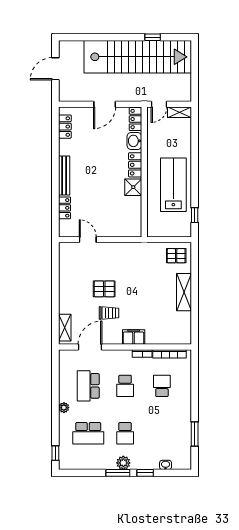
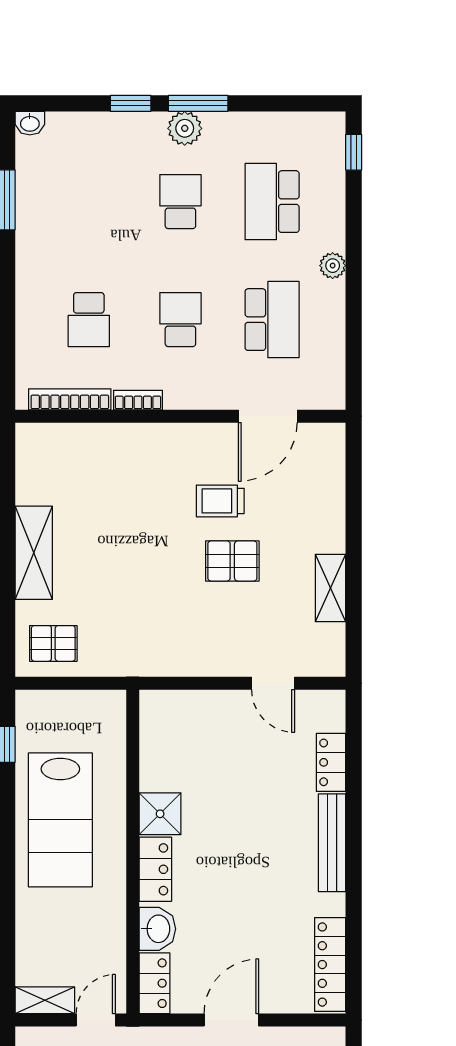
locker: (65, 127) -> (330, 965), width x1.53
shelving: (65, 328) -> (331, 588), moved
filing cabinet: (134, 337) -> (159, 441), removed
school desk: (88, 433) -> (272, 202), turned -90
washbasin: (166, 465) -> (30, 123), moved

